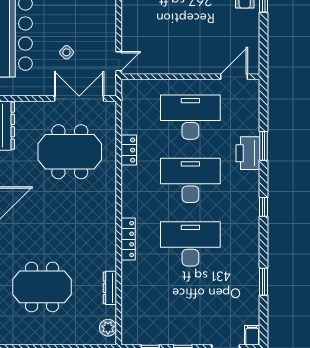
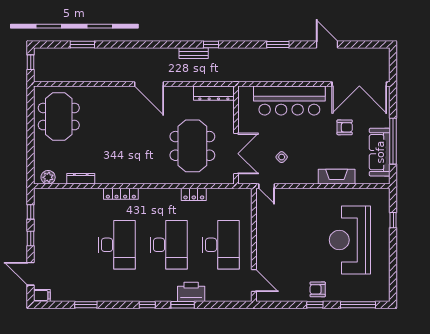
side table: (67, 52) -> (282, 157), moved
window: (264, 146) -> (183, 305), moved
meeting table: (42, 287) -> (59, 117), moved

